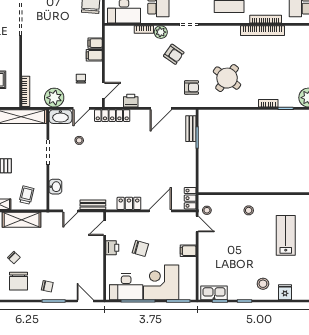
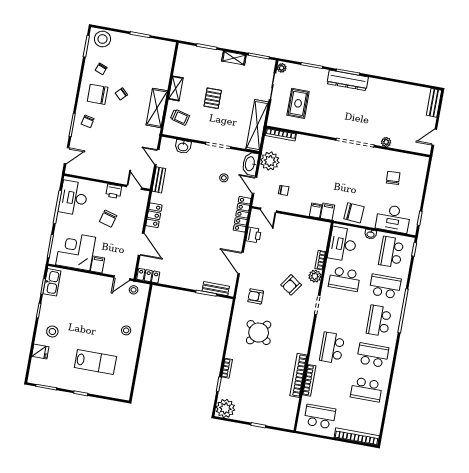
filing cabinet: (94, 55) -> (328, 212), moved
armchair: (192, 87) -> (256, 296), turned 90
corner desk: (161, 282) -> (76, 251), moved, turned -90

